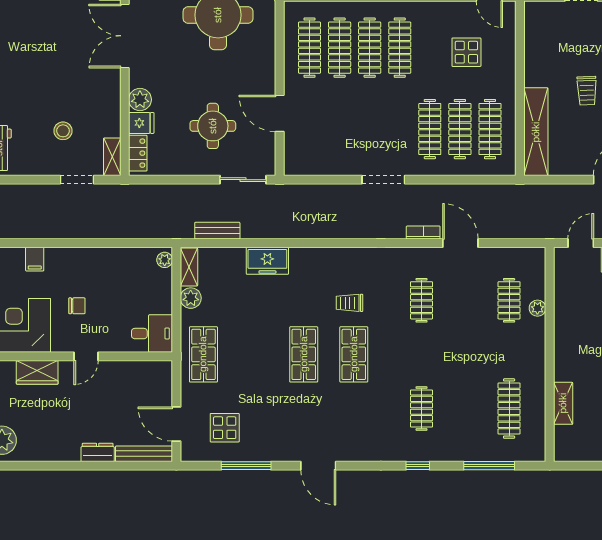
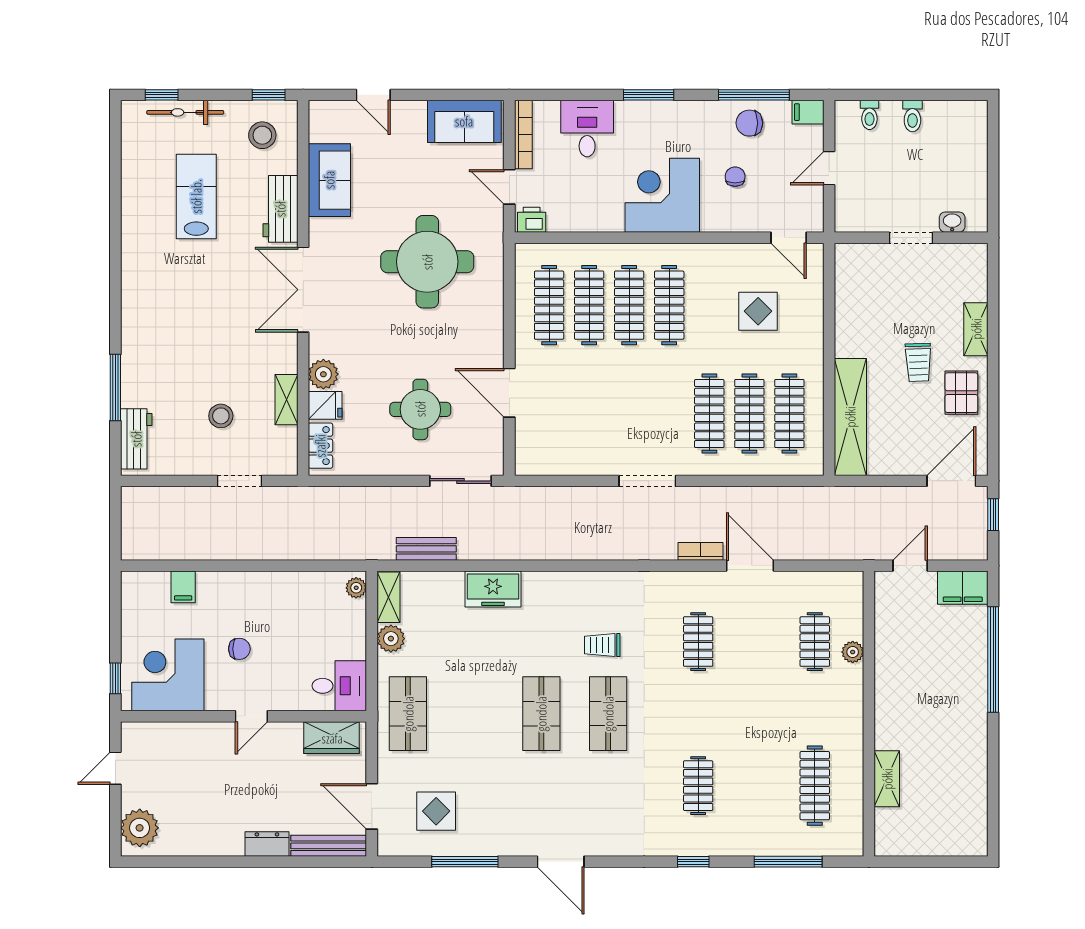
shelving: (112, 157) -> (286, 400), moved
wardrobe: (37, 372) -> (332, 738), moved

